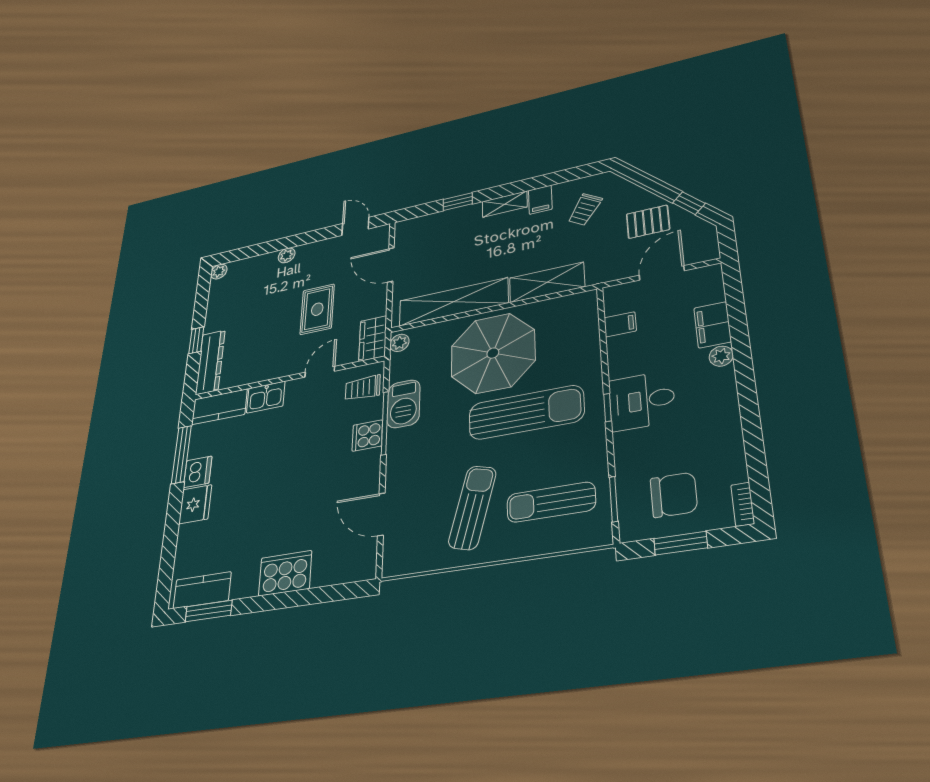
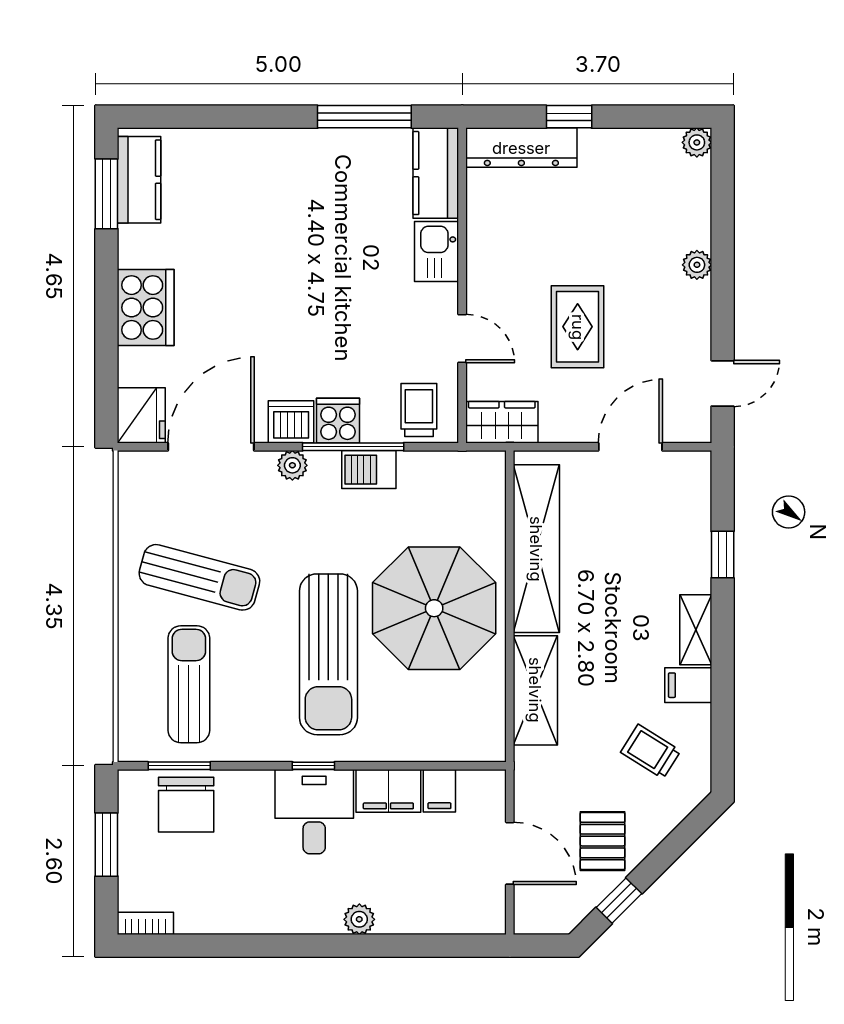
rug: (317, 309) -> (578, 327), turned 90
filing cabinet: (713, 325) -> (388, 791), moved, turned 180
plant: (399, 343) -> (292, 465), moved
barbecue: (404, 404) -> (369, 470), width x0.73, depth x0.79
dishwasher: (198, 472) -> (291, 422), moved, turned 180
chair: (674, 495) -> (186, 805), moved
fridge: (195, 504) -> (141, 415), moved, turned -90
door: (381, 514) -> (211, 447), width x1.36

